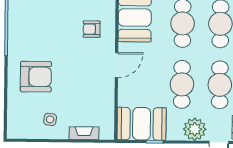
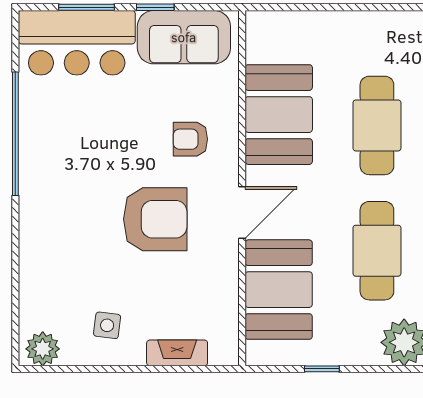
armchair: (36, 77) -> (155, 219), moved
booth: (142, 124) -> (279, 290), moved, turned 90
plant: (19, 130) -> (43, 349), added

